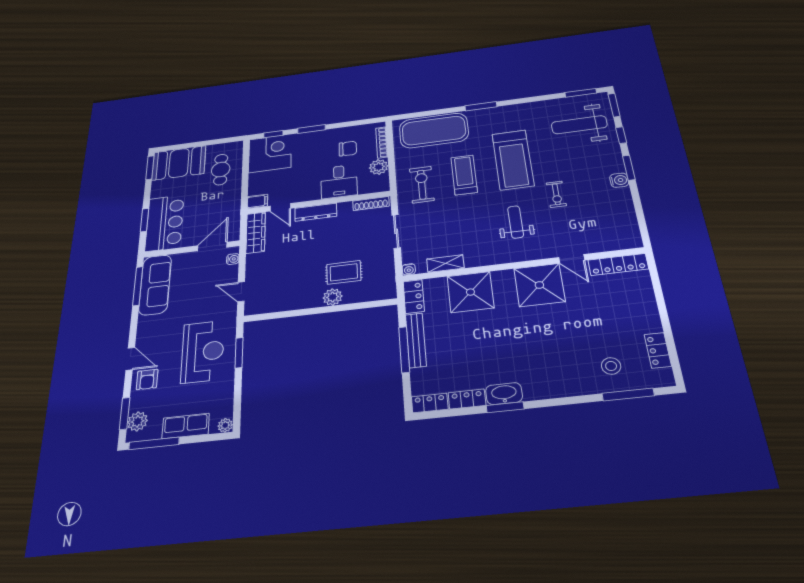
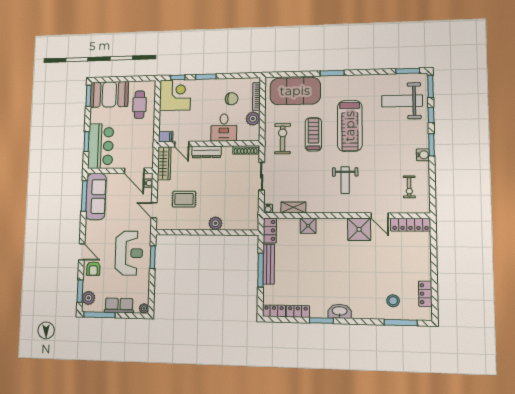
exercise bike: (556, 194) -> (409, 187), moved
weight bench: (516, 222) -> (345, 180), turned 180
door: (212, 246) -> (134, 171), swing flipped
rug: (344, 272) -> (184, 199), moved
shower: (539, 285) -> (359, 229), width x0.73, depth x0.73
shower: (470, 292) -> (308, 226), width x0.54, depth x0.54
washbasin: (504, 394) -> (340, 311), moved

